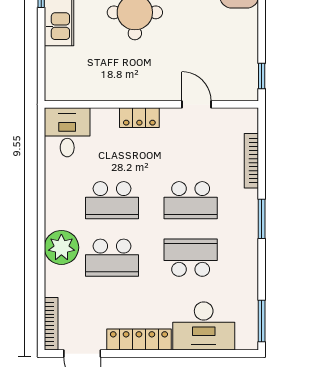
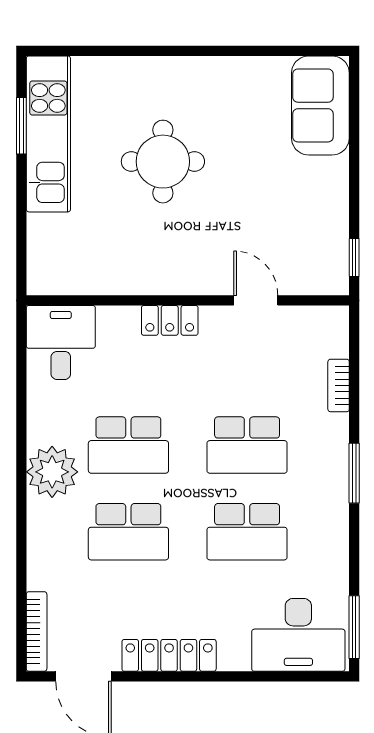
bookcase: (251, 161) -> (339, 385), width x0.64
plant: (61, 247) -> (52, 472), moved
school desk: (191, 258) -> (247, 532), turned 180
desk: (204, 326) -> (298, 635), moved

